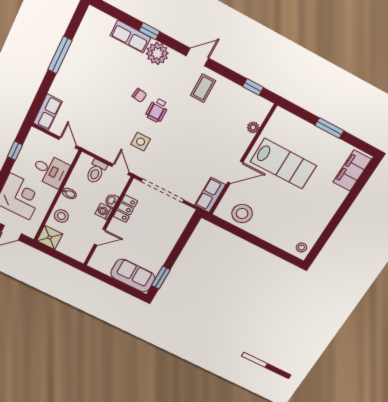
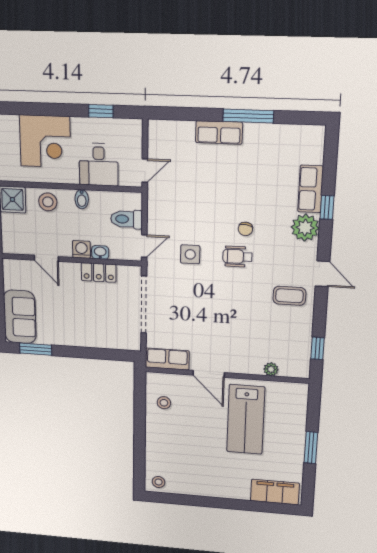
row of seats: (48, 112) -> (219, 132), moved
stool: (242, 214) -> (164, 403), width x0.53, depth x0.53

